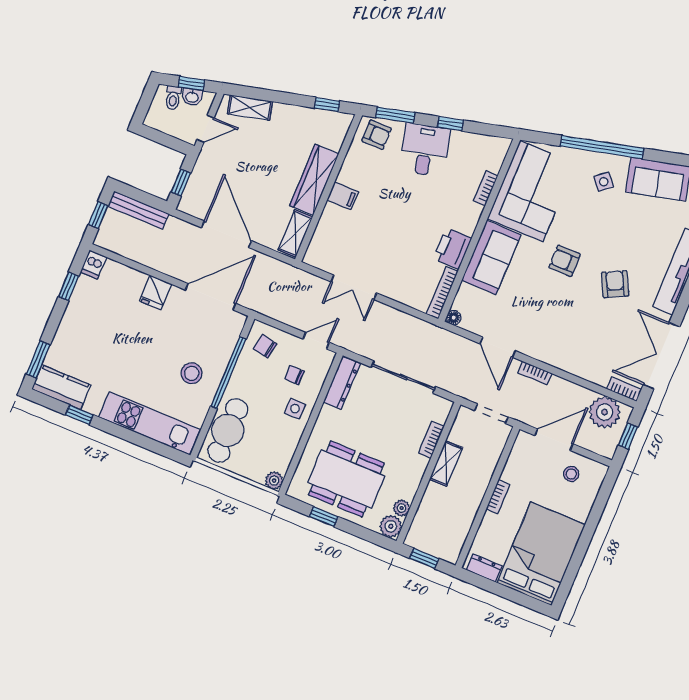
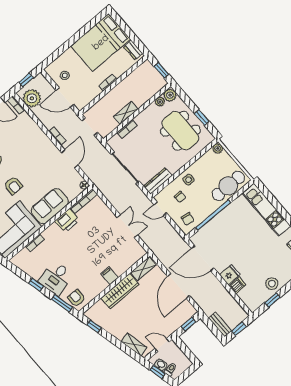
bench: (138, 210) -> (220, 324), width x0.73
dishwasher: (94, 265) -> (237, 285), moved
stool: (192, 373) -> (272, 284), moved

